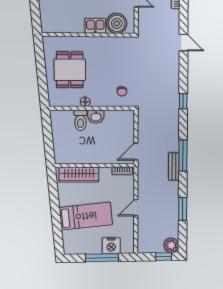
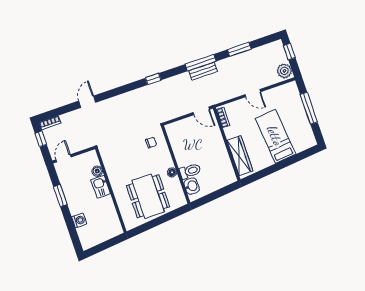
boiler: (117, 23) -> (97, 171), width x0.54, depth x0.54
dining table: (70, 70) -> (148, 196), width x1.38
window: (183, 101) -> (153, 79), moved
washbasin: (96, 117) -> (192, 186), moved
window: (183, 155) -> (201, 63), moved
plant: (171, 245) -> (284, 71), moved
nightstand: (111, 246) -> (295, 104), removed

